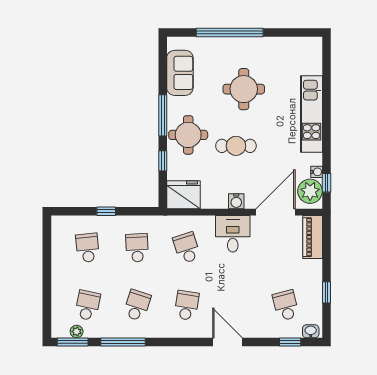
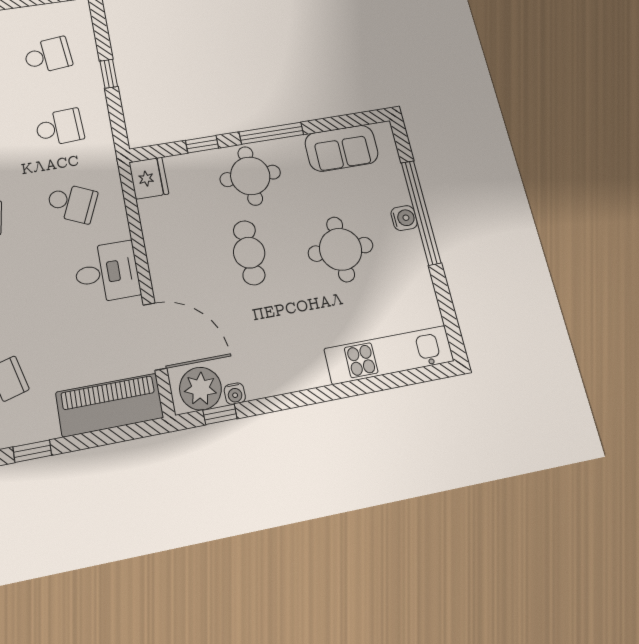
kitchen unit: (311, 114) -> (389, 355), moved
fridge: (183, 195) -> (149, 178), width x0.73, depth x0.75
water cooler: (236, 201) -> (404, 218), moved, turned 180
piano: (313, 237) -> (110, 405), width x1.37, depth x1.33
school desk: (187, 248) -> (72, 203), turned 42

